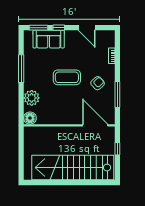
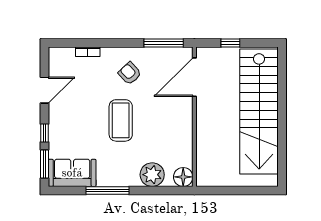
sofa: (49, 39) -> (72, 173), moved, turned -90
window: (117, 95) -> (164, 43), moved

